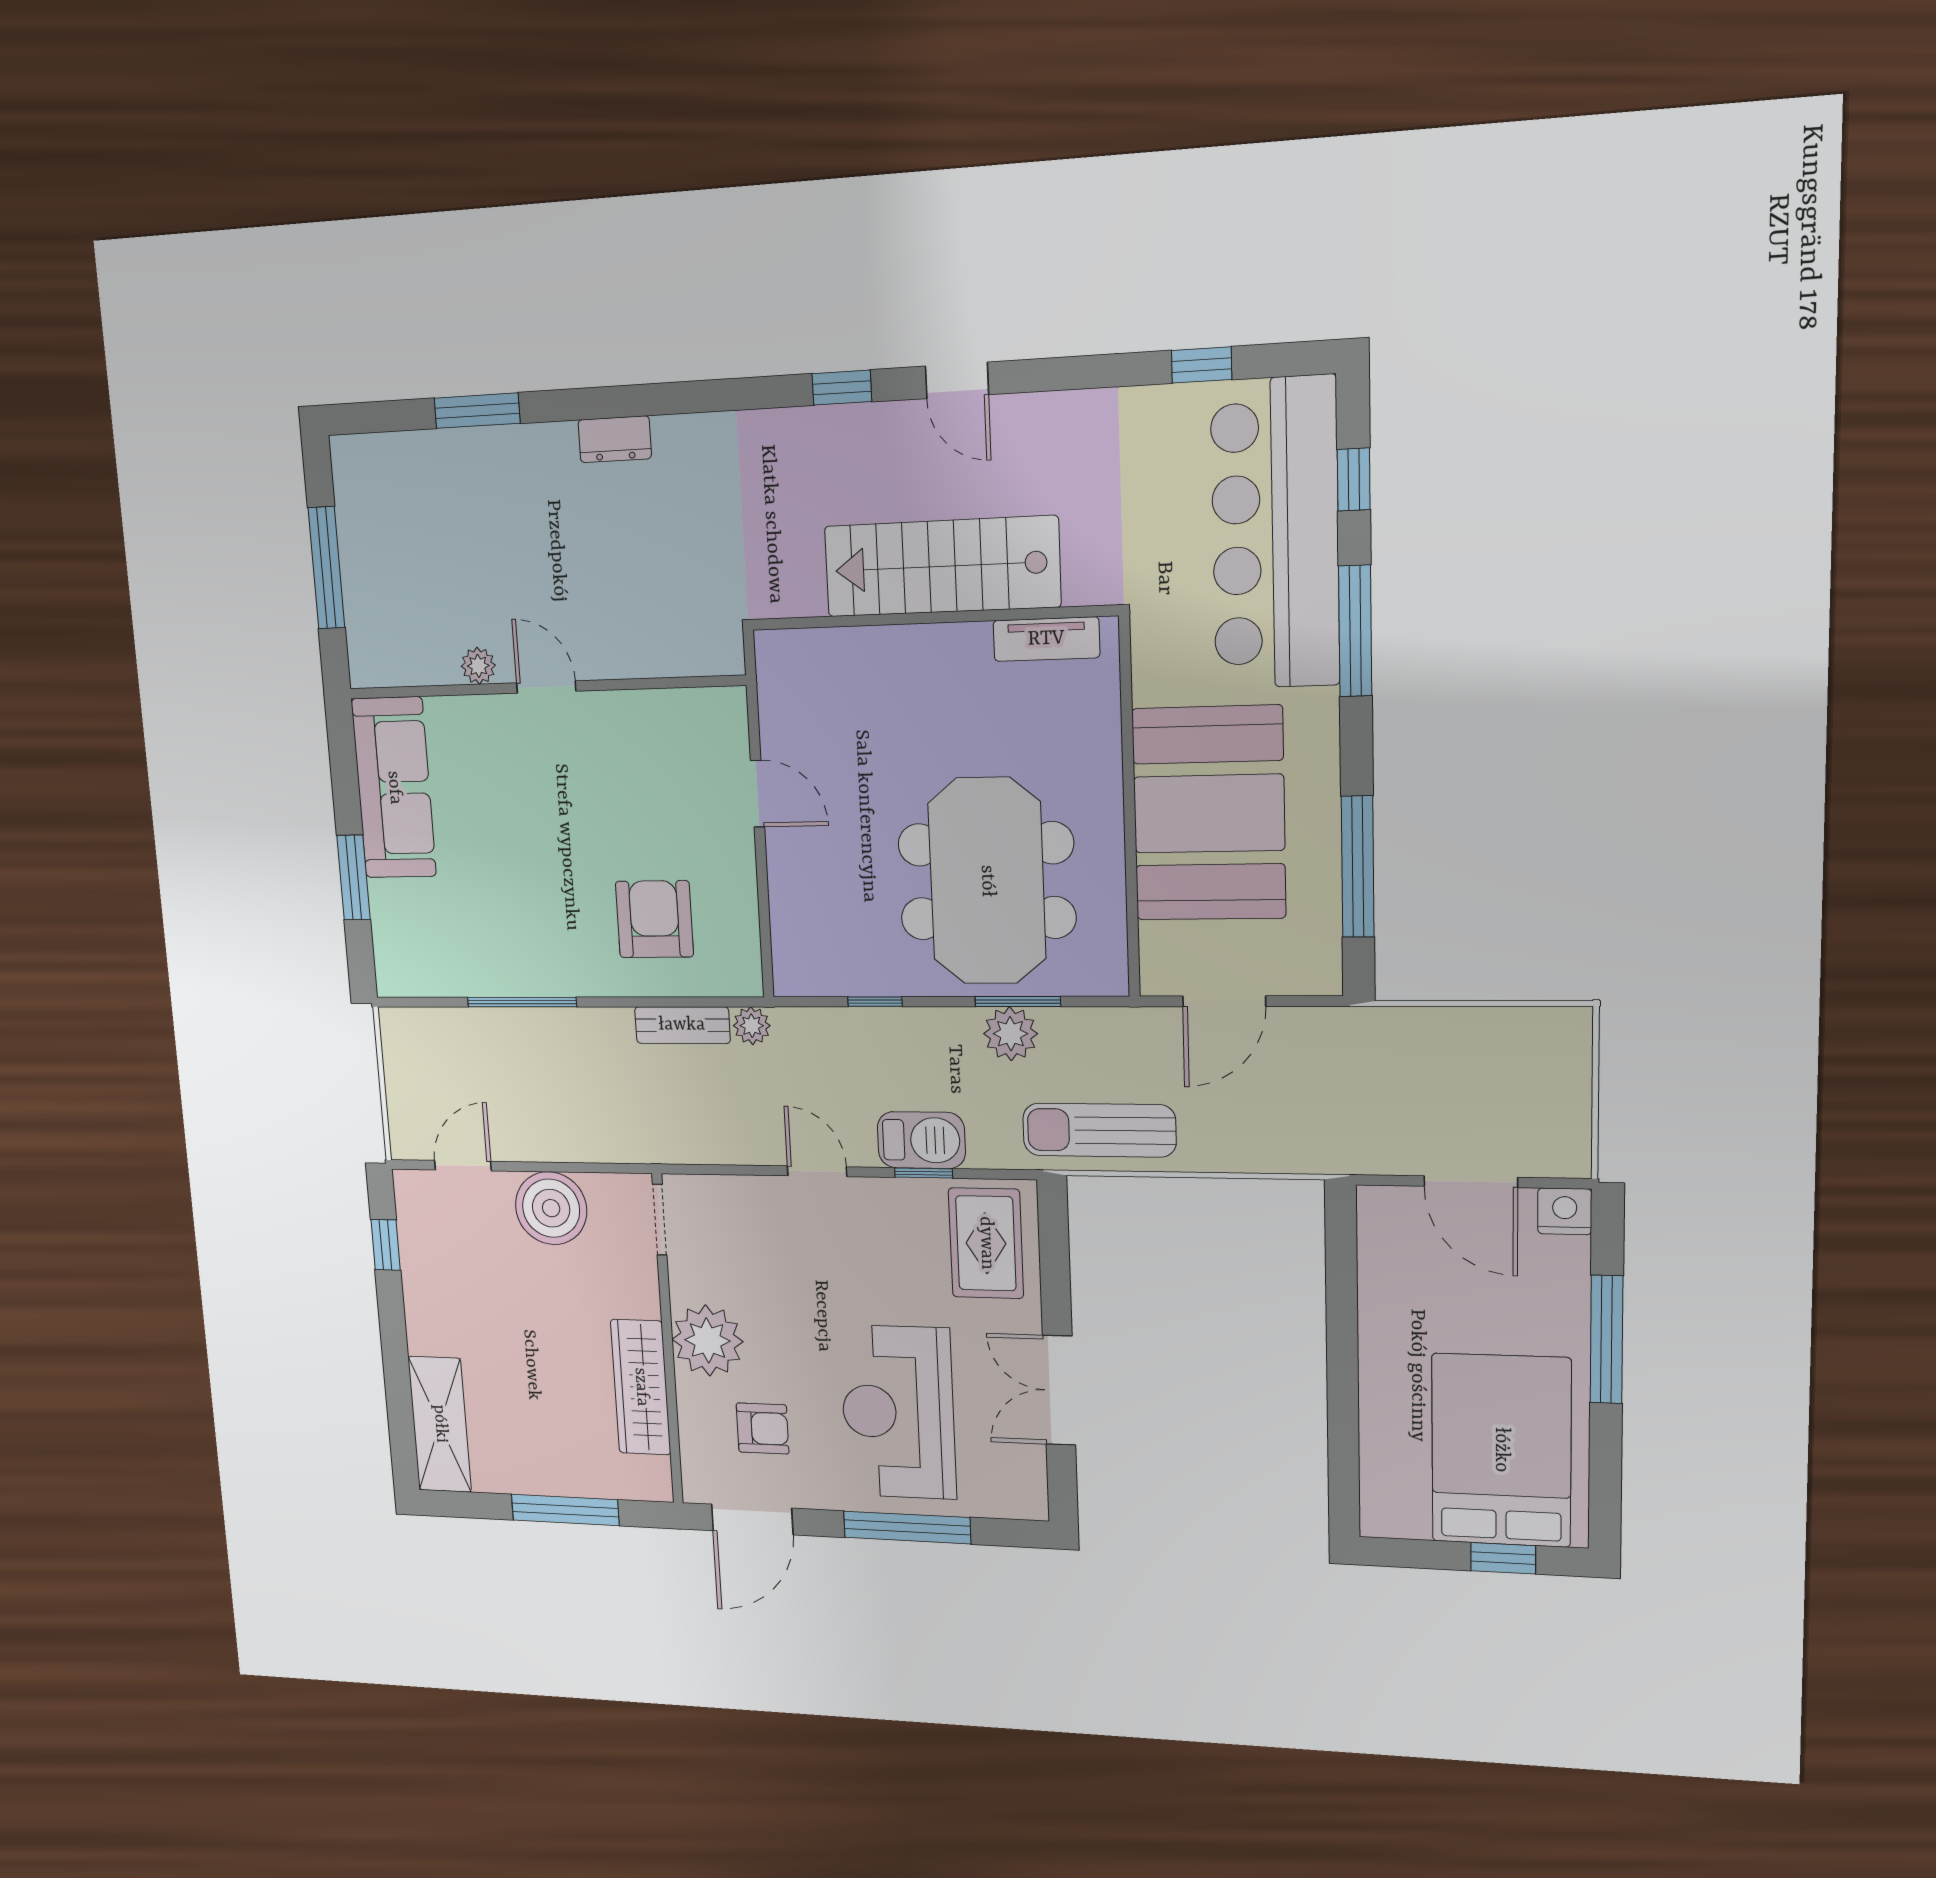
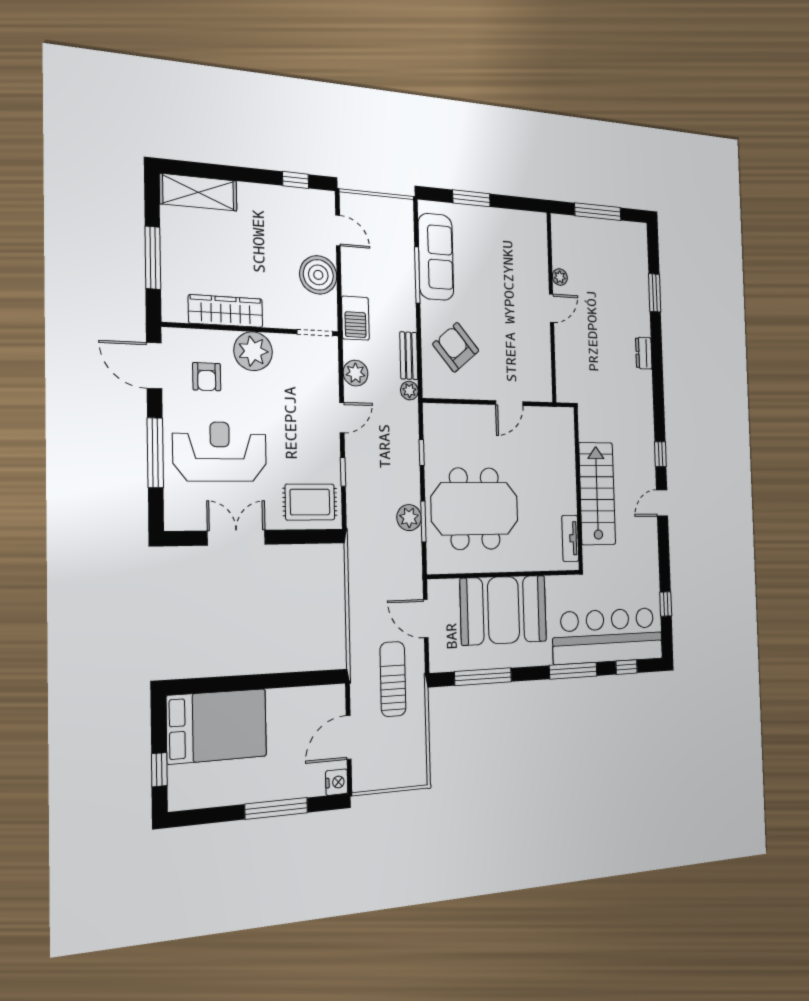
sofa: (394, 788) -> (436, 257), moved, turned -90
armchair: (654, 919) -> (456, 347), turned -130
sun lounger: (1099, 1130) -> (393, 679), moved
plant: (728, 1140) -> (356, 373), added
barbecue: (921, 1140) -> (355, 318), moved
bed: (1501, 1450) -> (217, 726), moved

